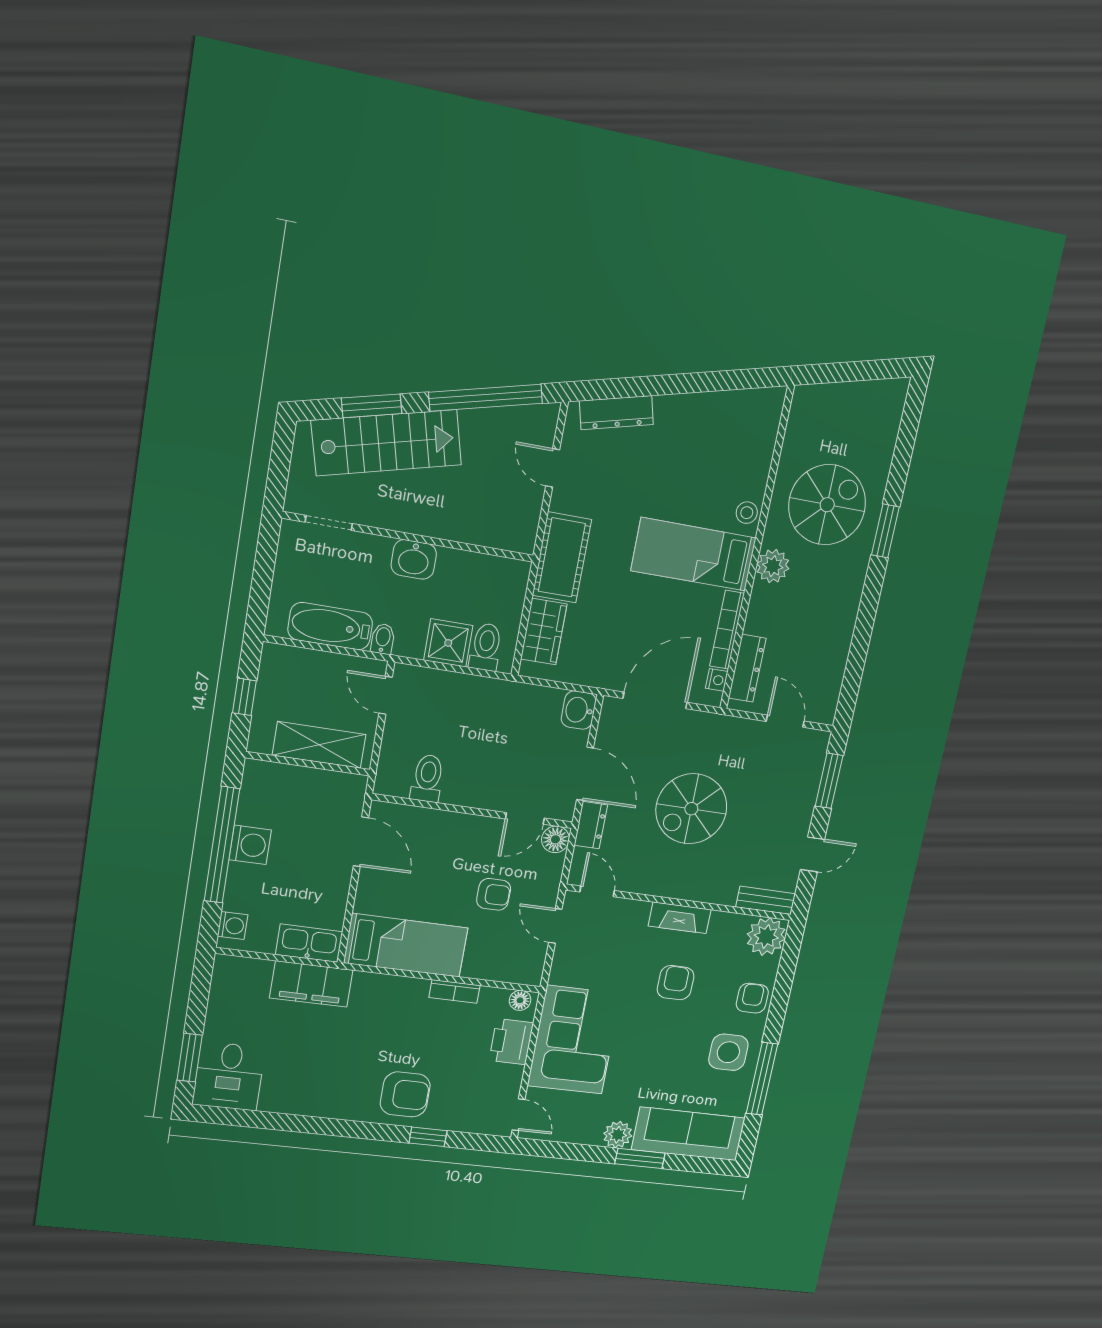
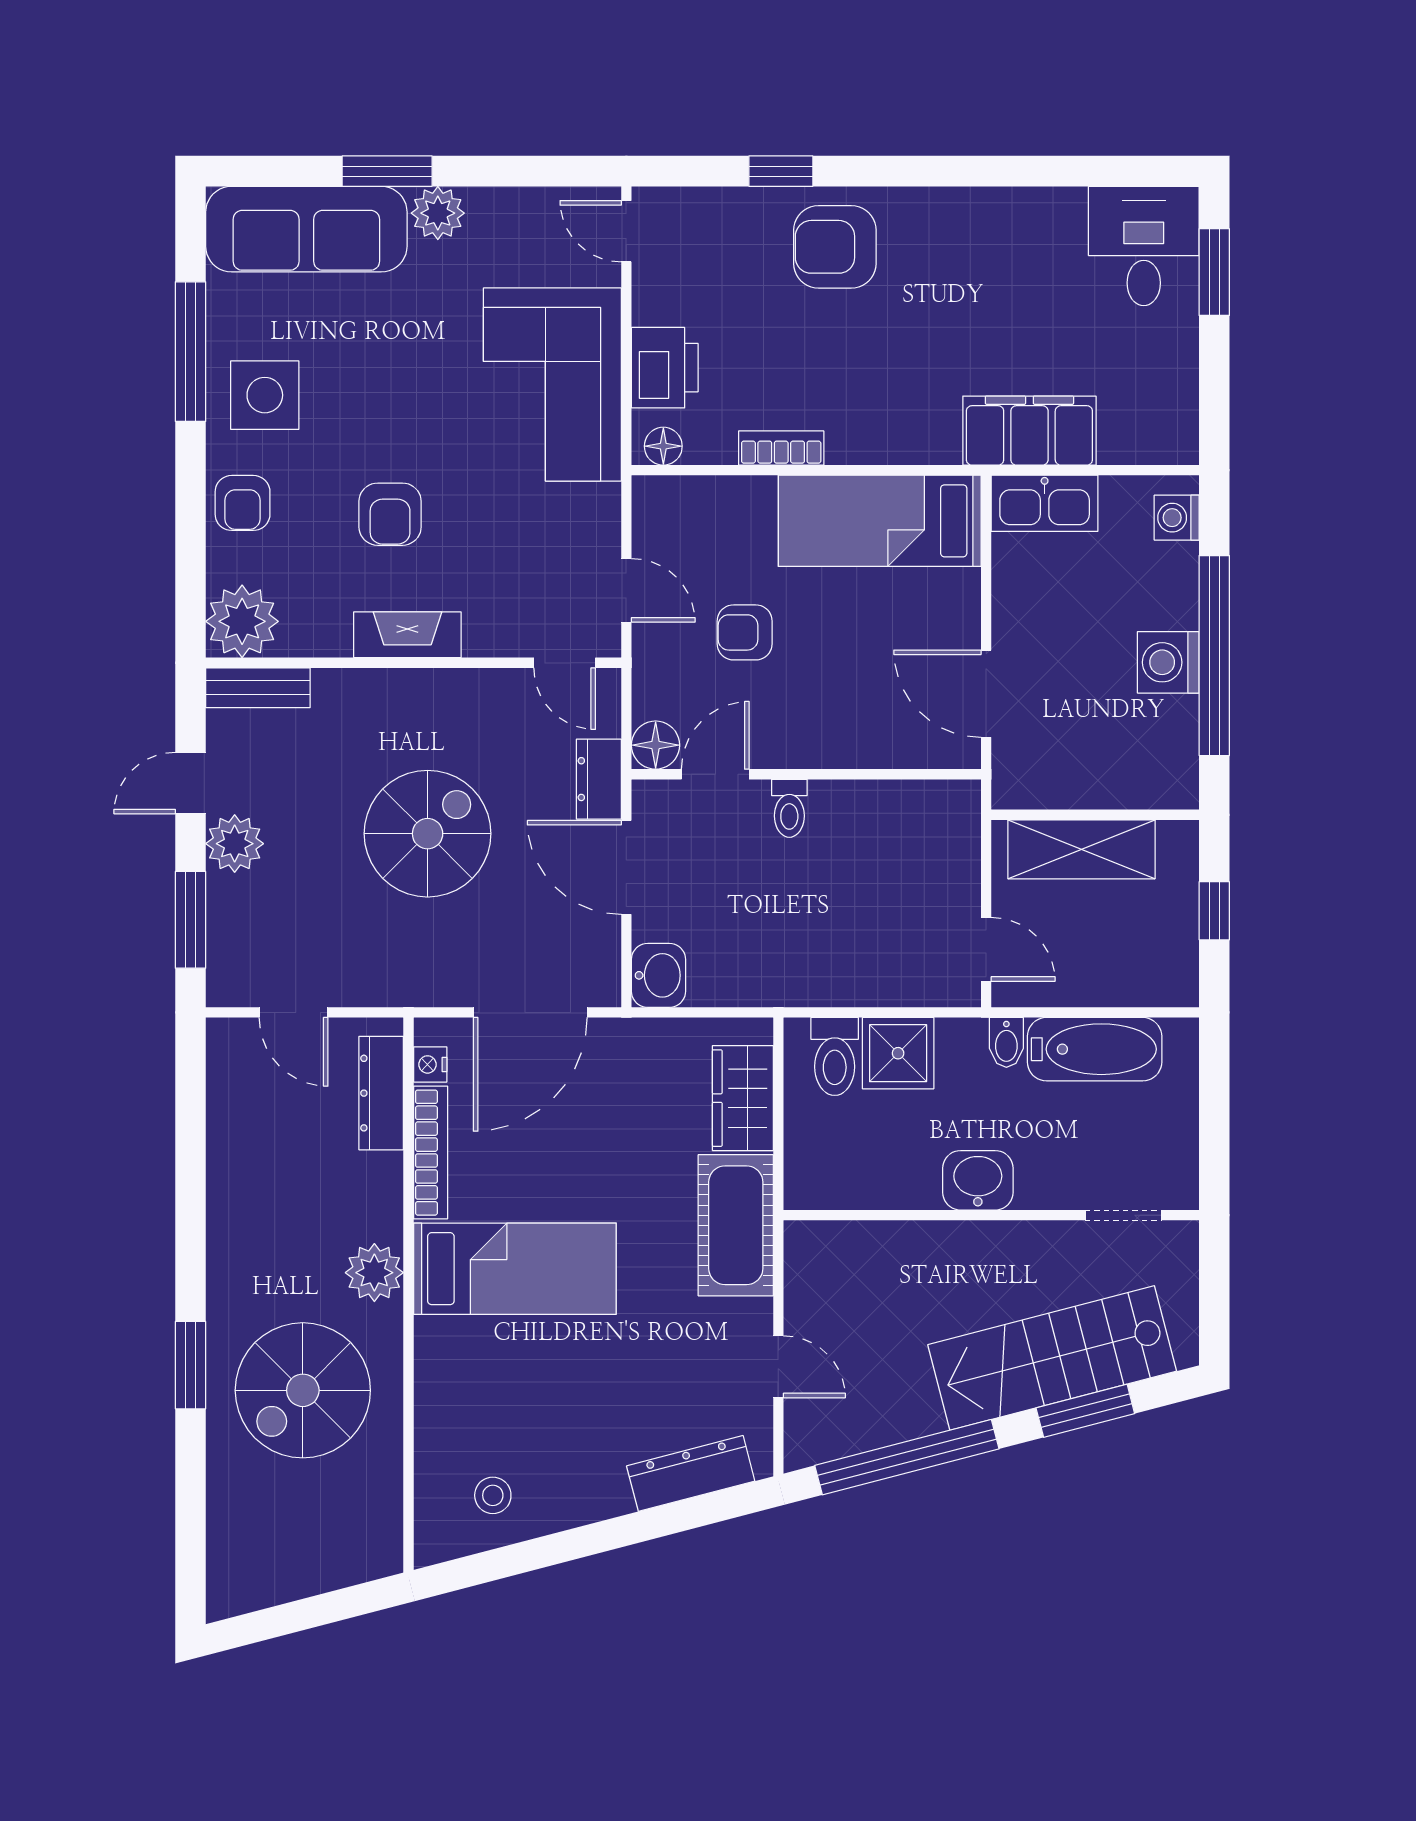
stool: (747, 513) -> (493, 1495), moved
toilet: (427, 778) -> (789, 808), moved, width x0.73, depth x0.72
plant: (796, 819) -> (235, 844), added

